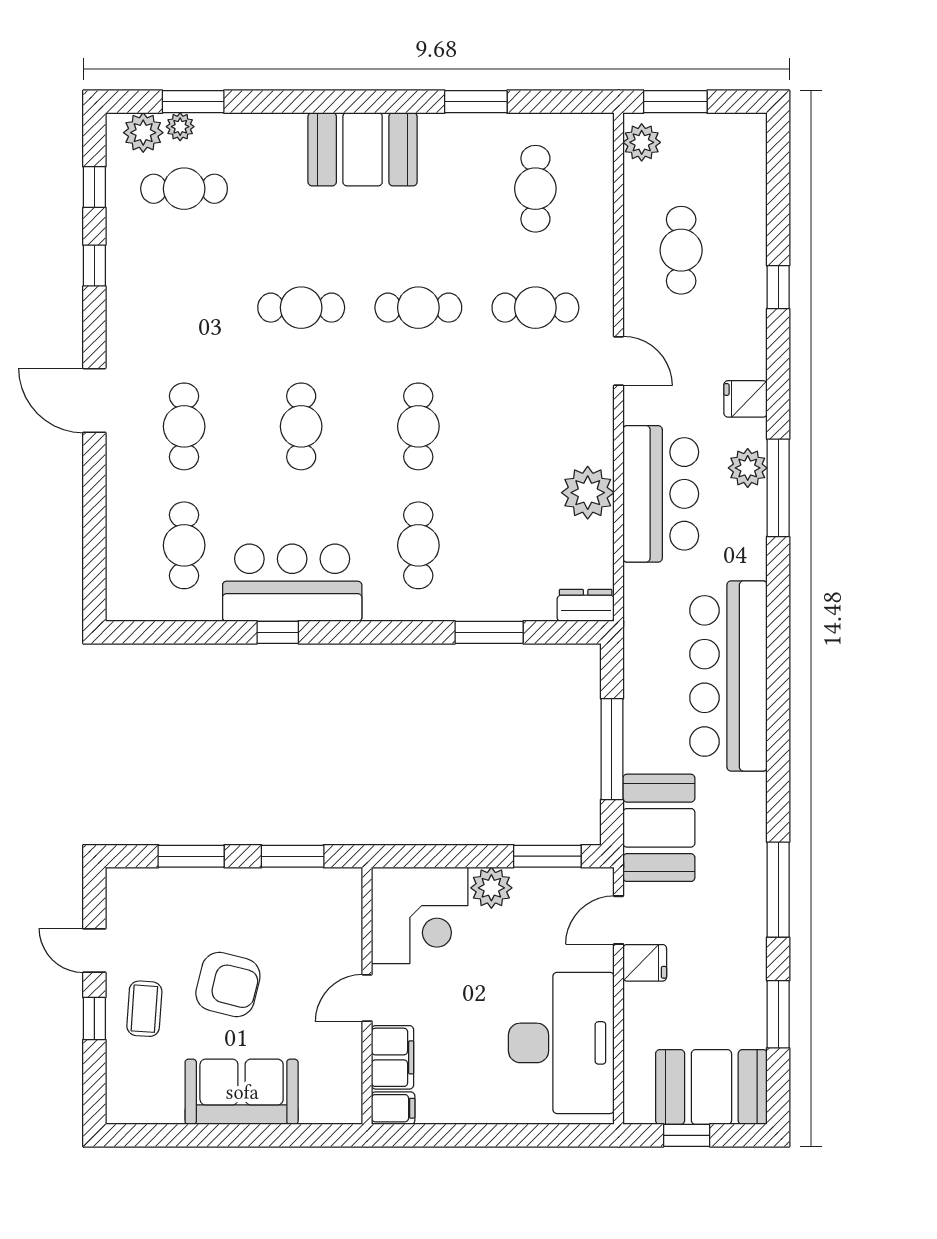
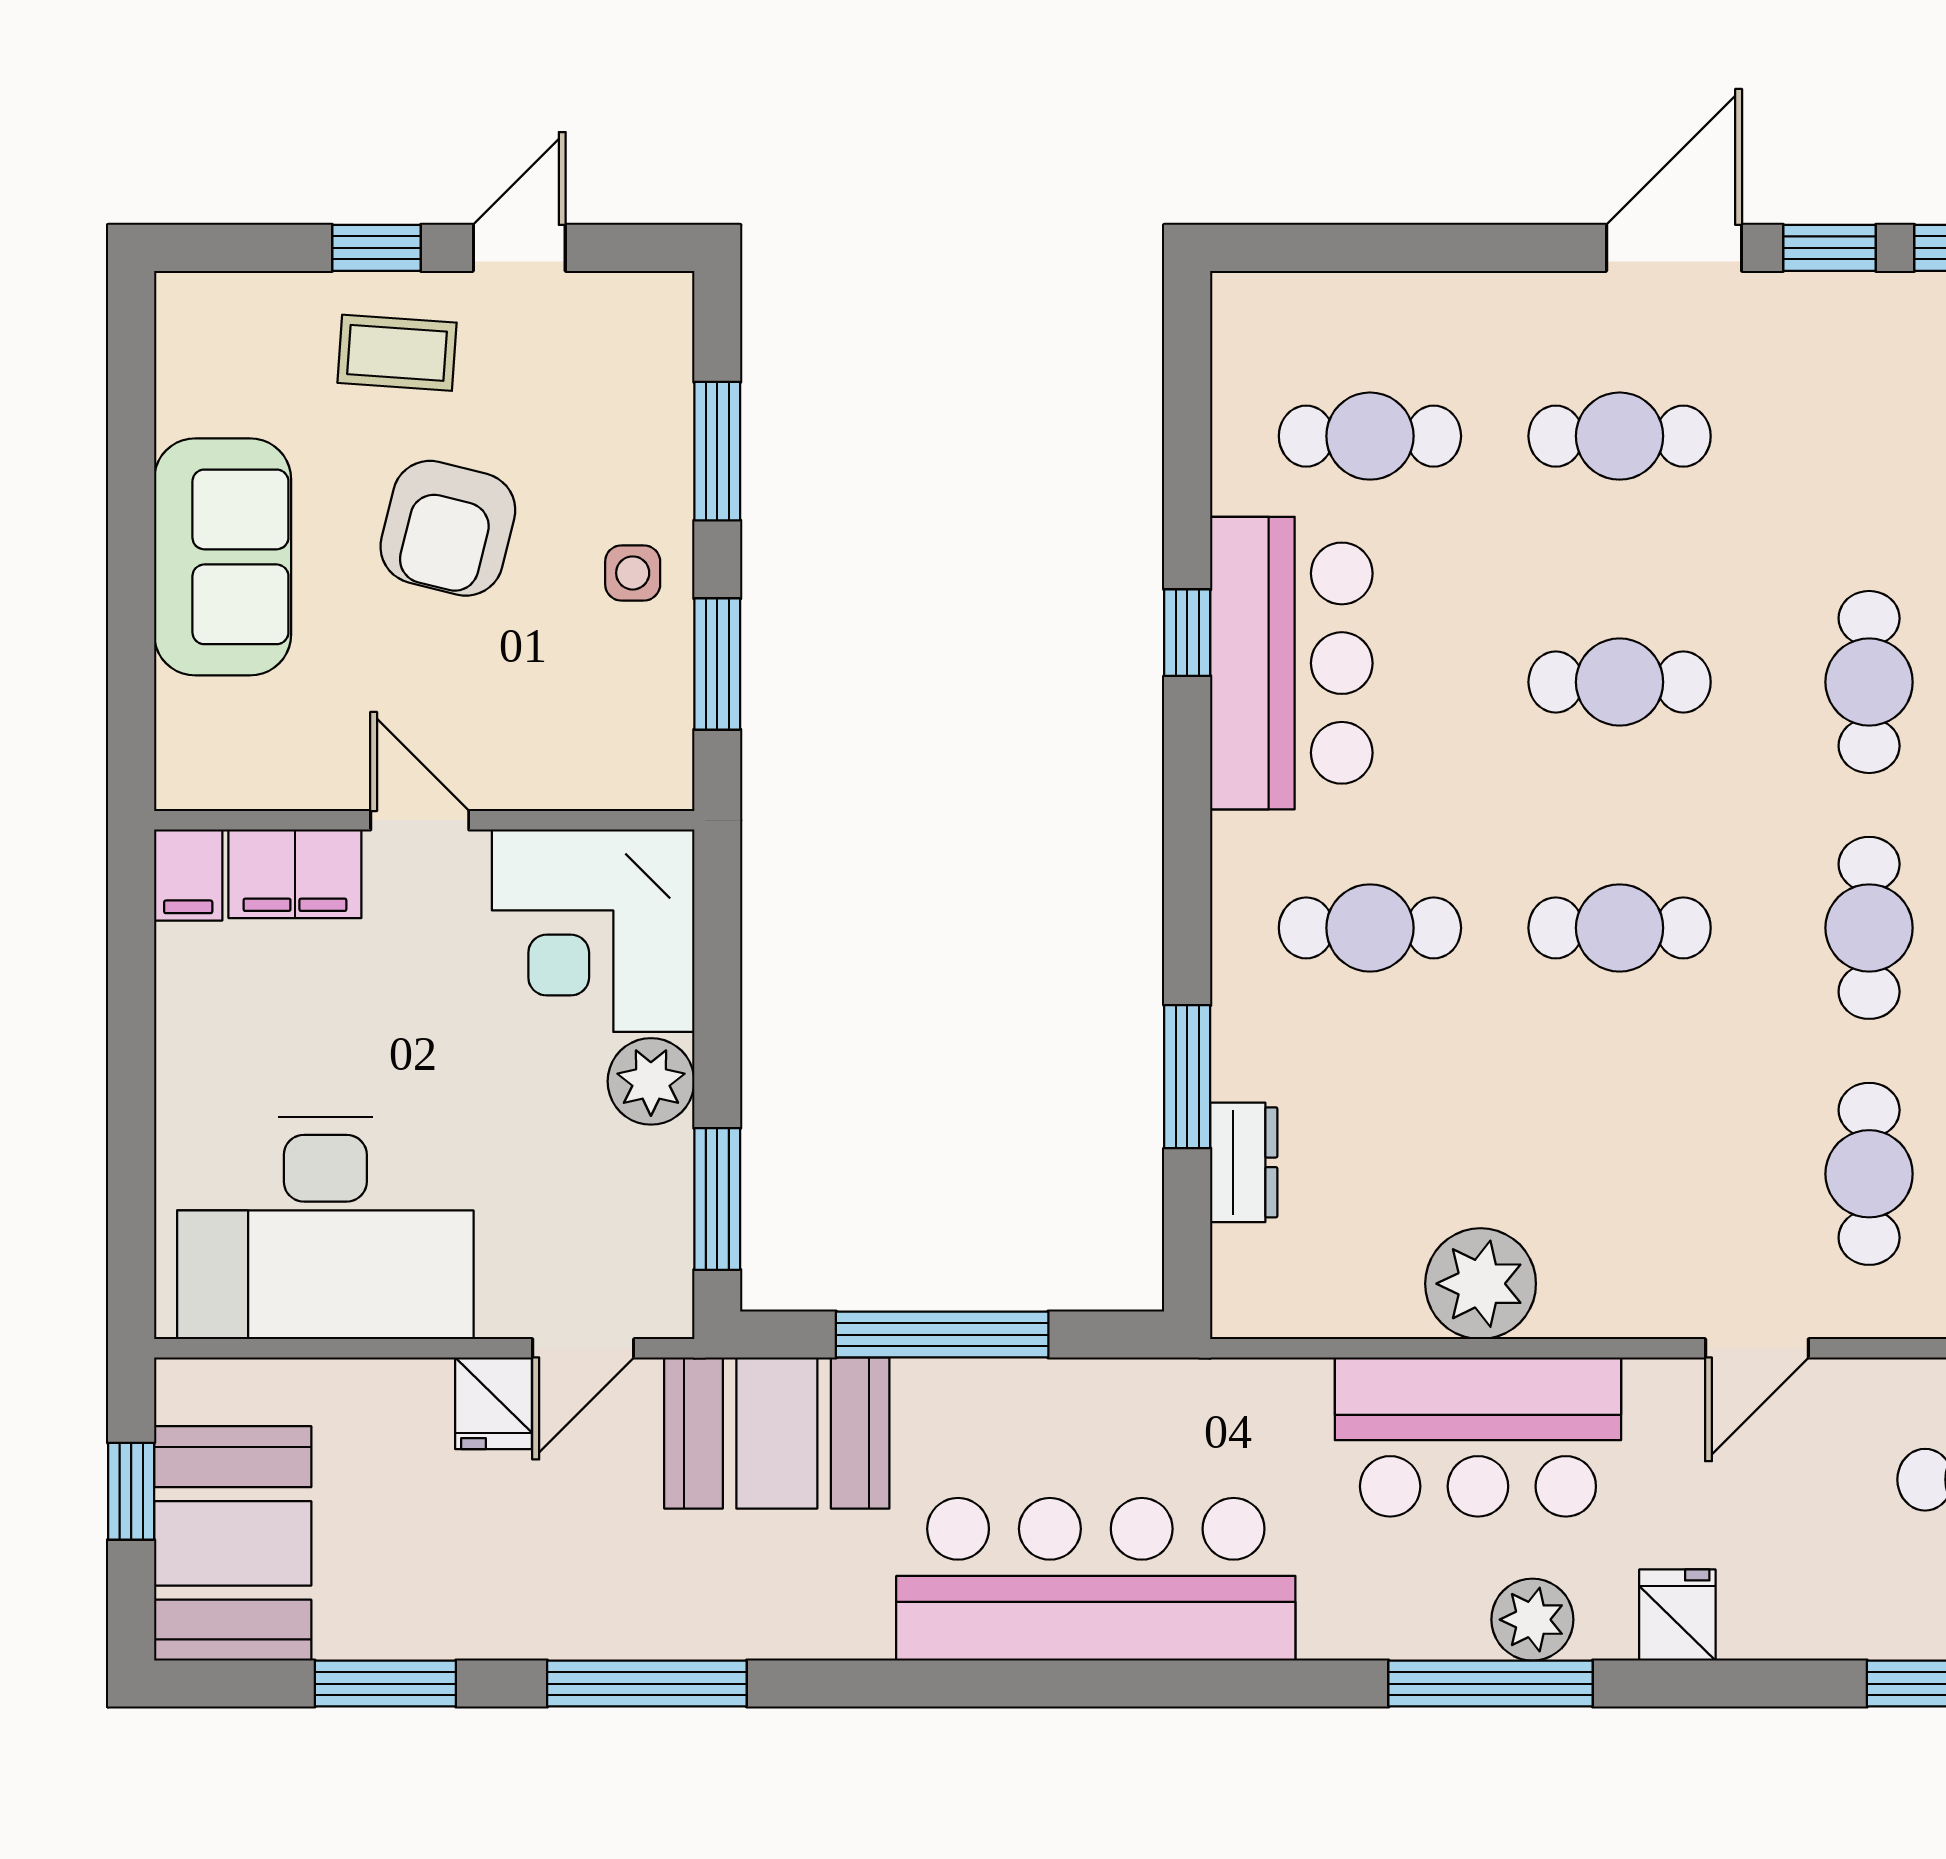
window: (94, 326) -> (1830, 248), added
dresser: (586, 605) -> (1244, 1162), moved
side table: (249, 897) -> (633, 573), added
door: (619, 920) -> (583, 1348), swing flipped

